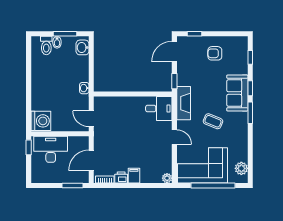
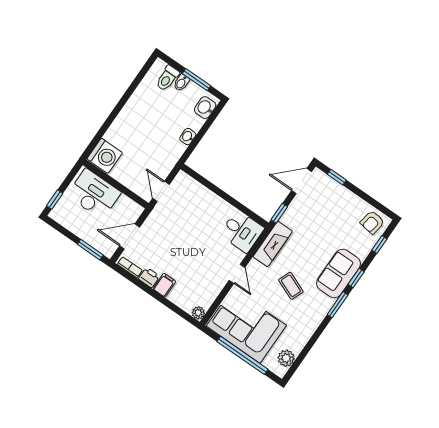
armchair: (215, 53) -> (372, 222), moved, turned -81
washbasin: (84, 88) -> (188, 137), moved
window: (29, 147) -> (55, 200), moved

